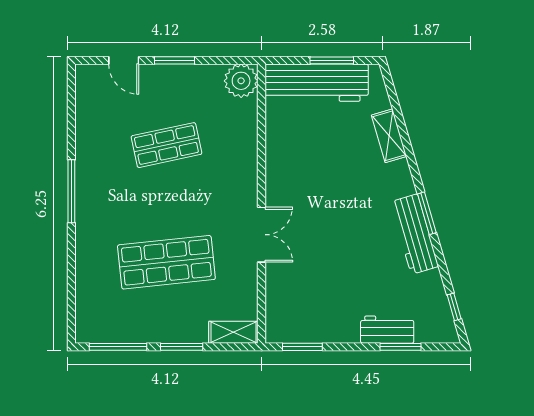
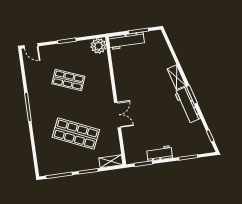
door: (124, 60) -> (31, 46), moved
workbench: (317, 83) -> (127, 41), width x0.73, depth x0.76
shelving: (389, 136) -> (177, 77), moved
shop shelf: (166, 145) -> (68, 80), turned 33
shop shelf: (166, 262) -> (76, 134), turned 30
workbench: (387, 330) -> (159, 153), moved

